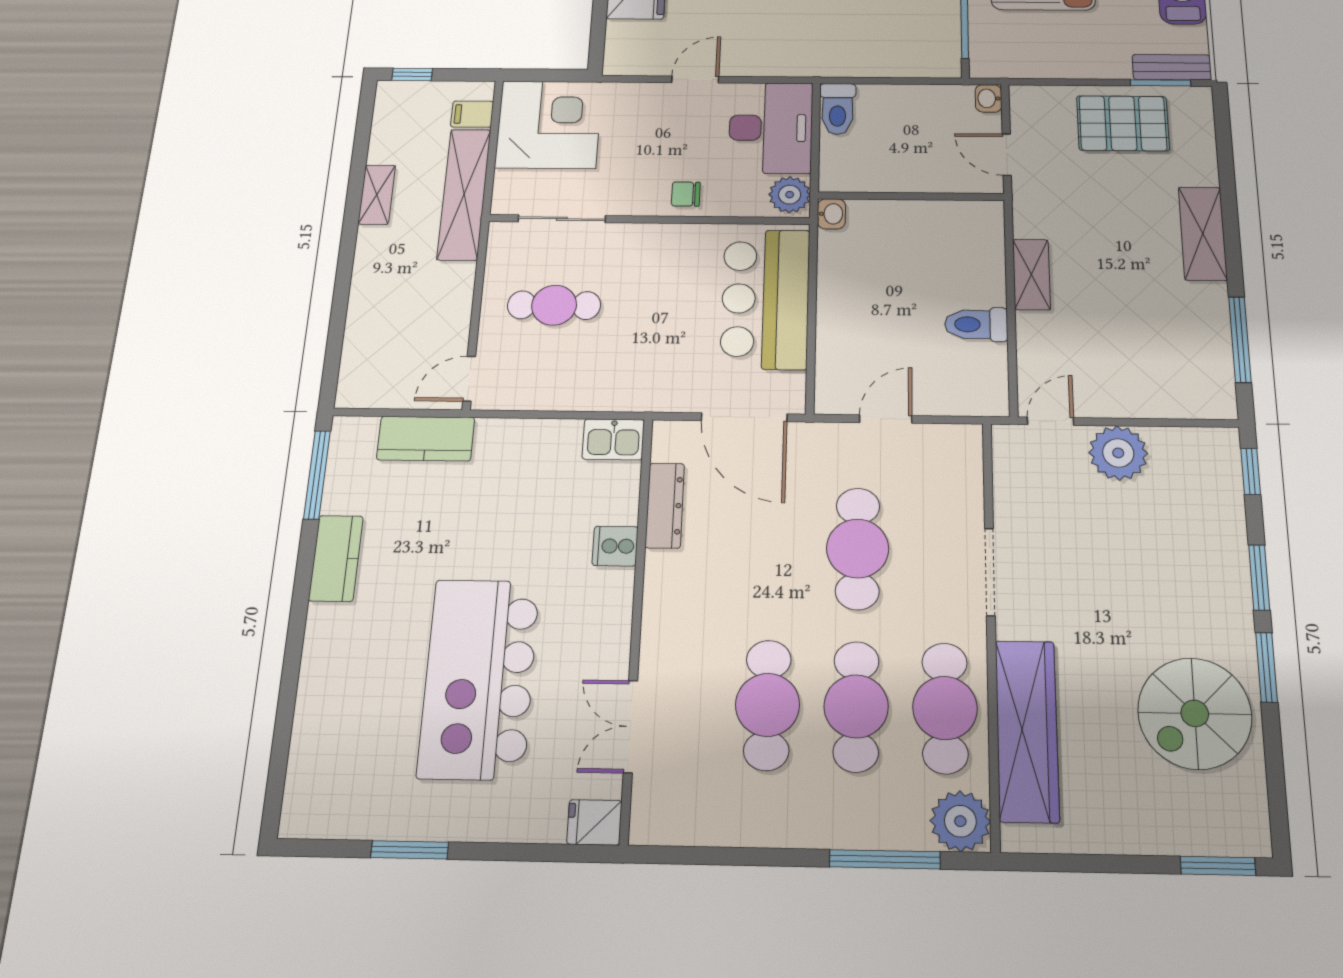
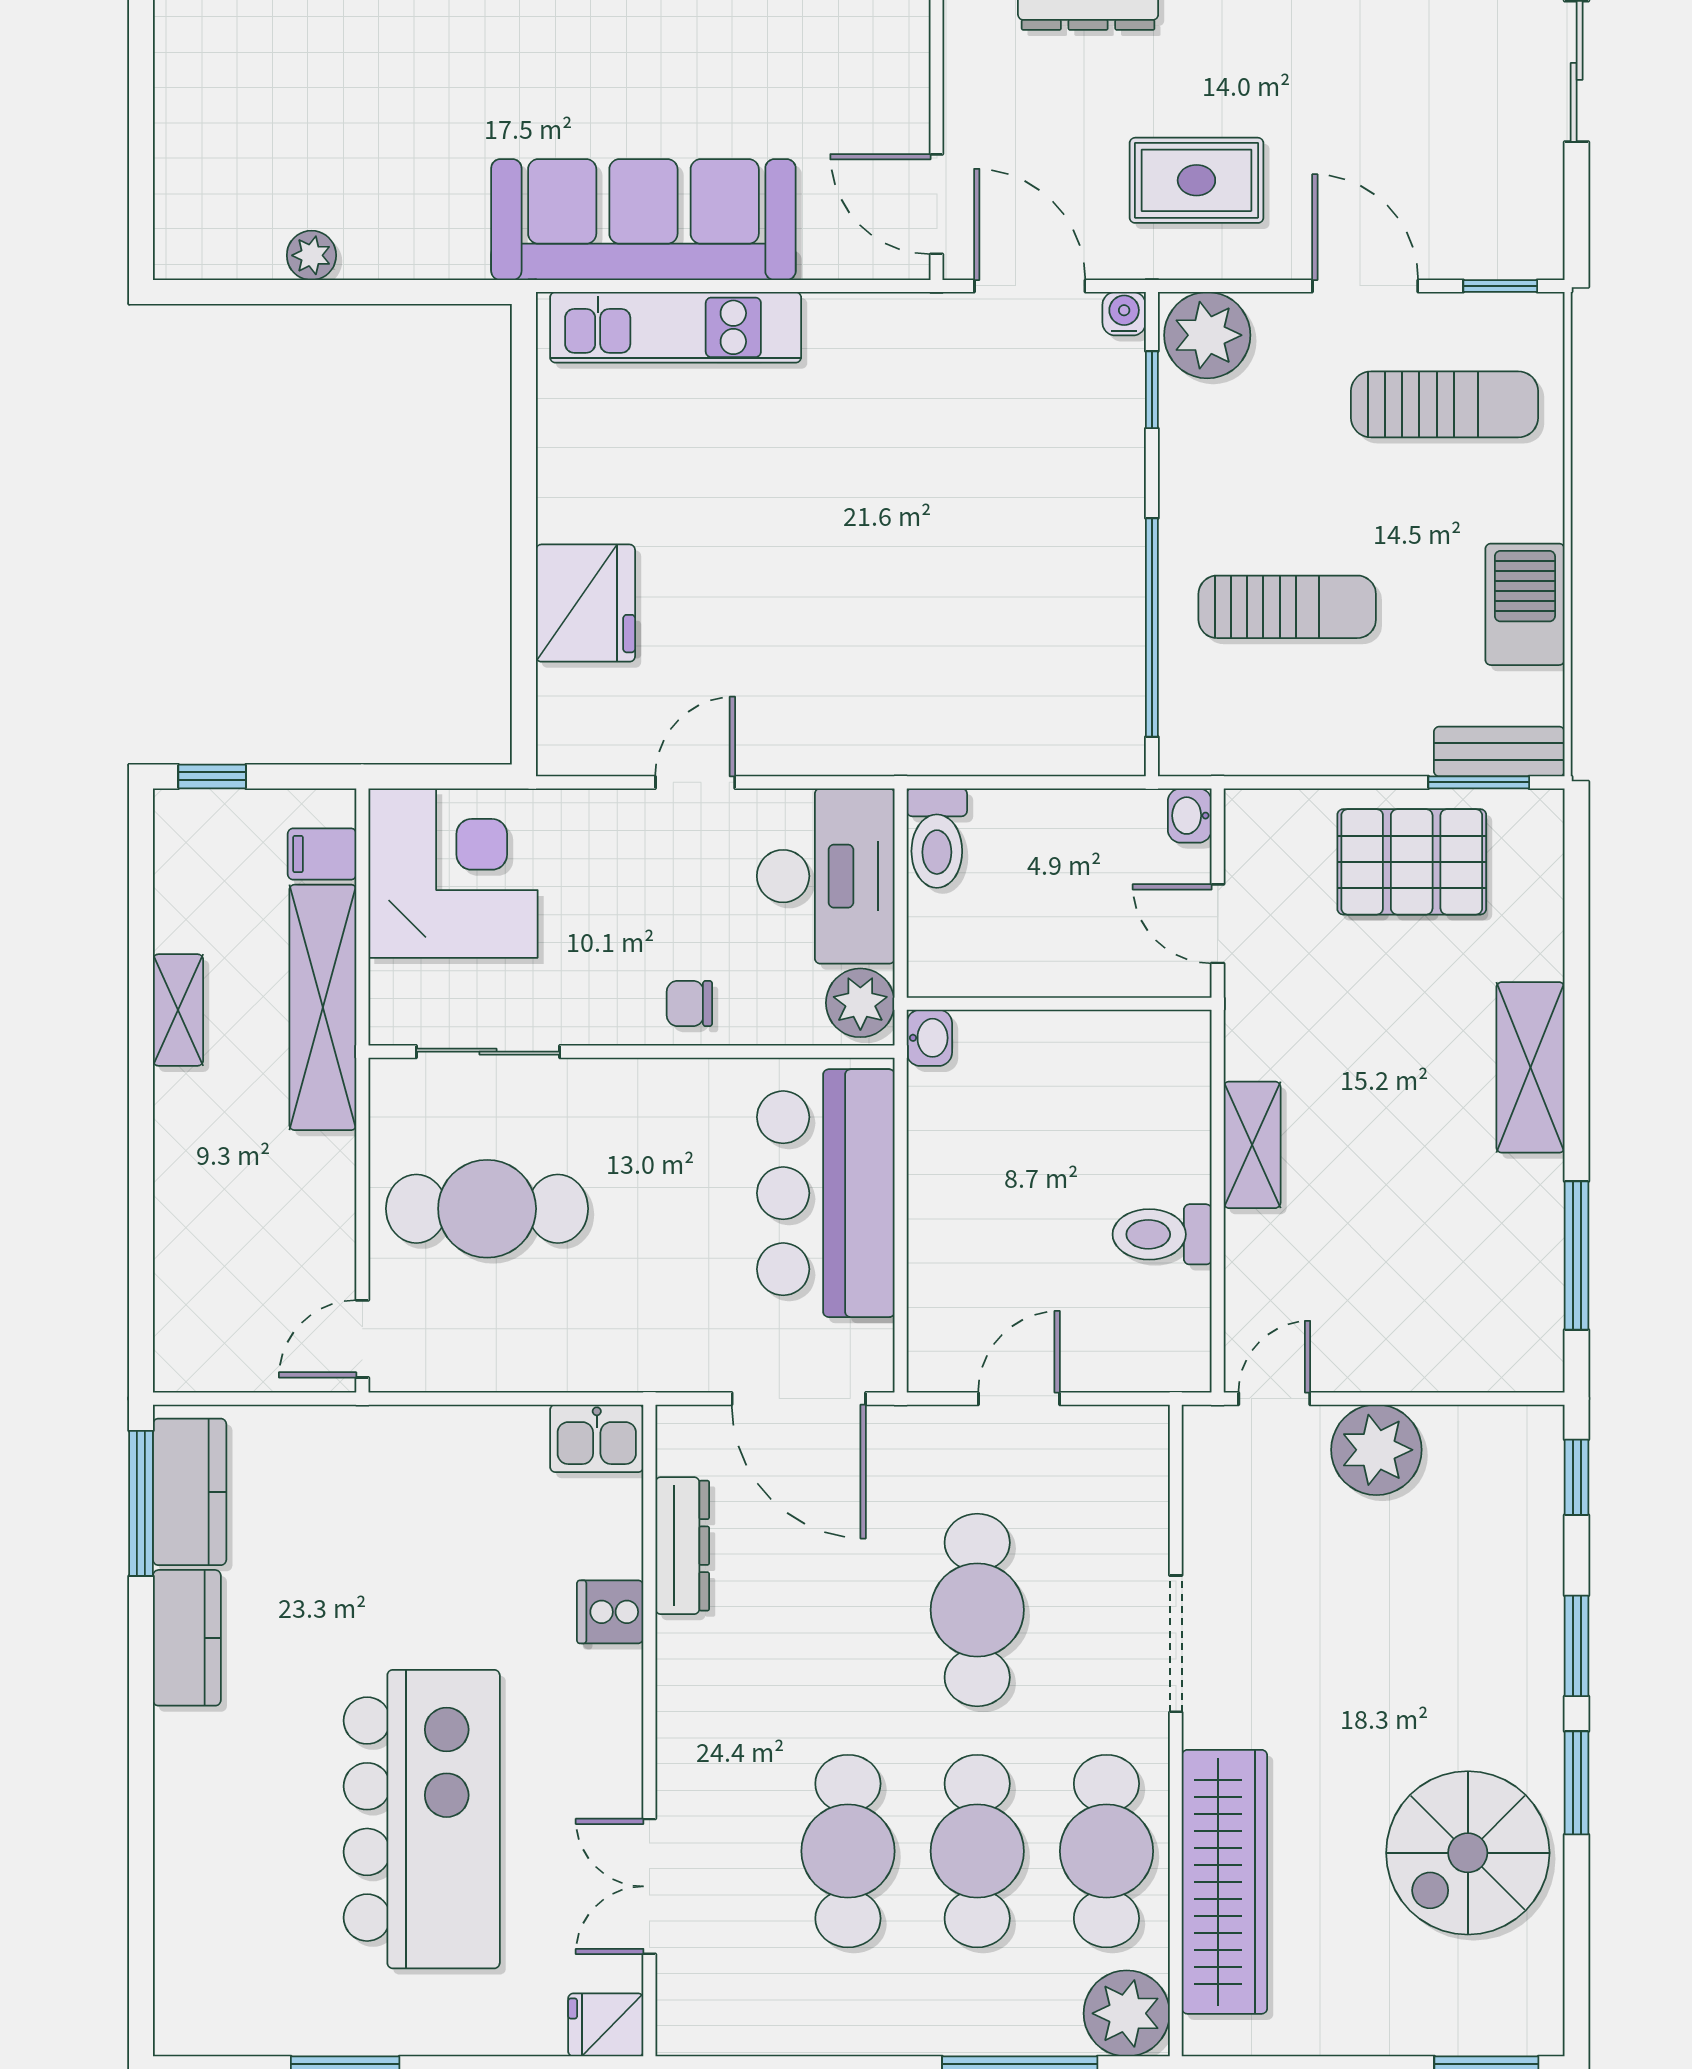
cafe table: (554, 305) -> (487, 1209), width x1.37, depth x1.35
kitchen counter: (426, 439) -> (190, 1492), moved, turned -90
kitchen island: (479, 678) -> (422, 1819), turned 180

